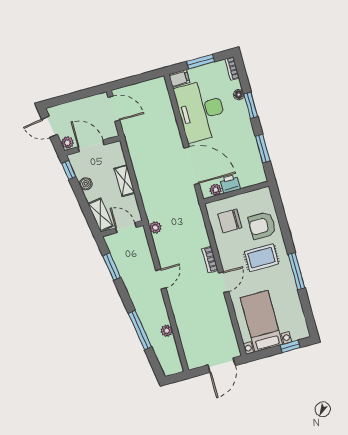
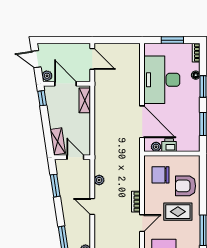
filing cabinet: (179, 79) -> (151, 49), removed
shelving: (125, 181) -> (85, 100), moved
boiler: (86, 184) -> (53, 113), removed
plant: (155, 228) -> (99, 180), moved
door: (161, 279) -> (92, 207), swing flipped

